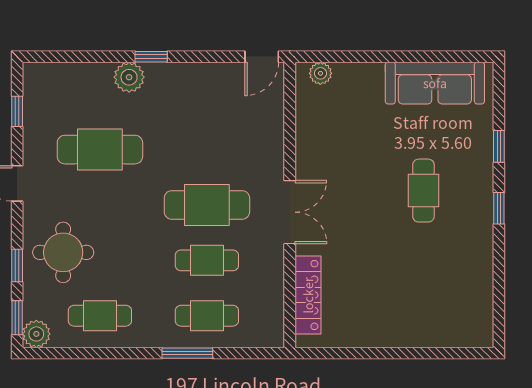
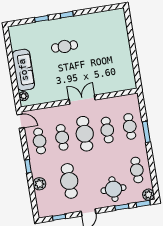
plant: (129, 77) -> (39, 184), moved
sofa: (435, 83) -> (23, 70), moved
cafe table: (207, 94) -> (40, 141), added
cafe table: (207, 150) -> (62, 137), added
locker: (308, 295) -> (115, 87), removed

